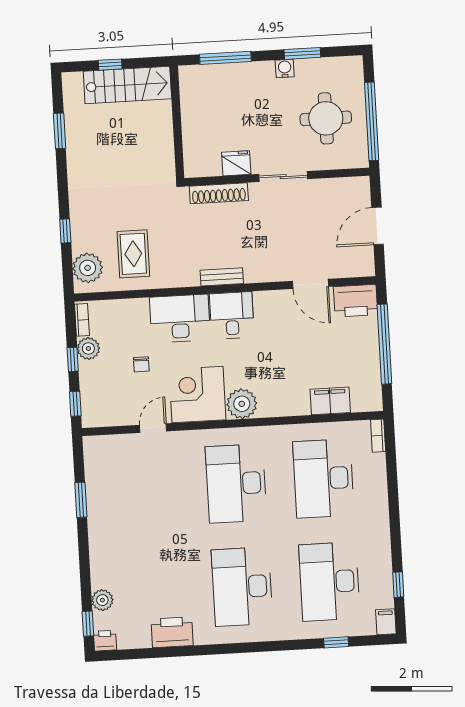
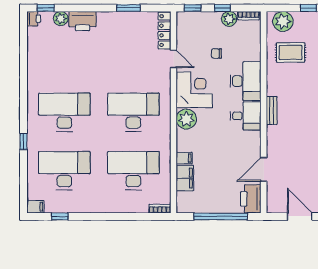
filing cabinet: (300, 404) -> (184, 158), added
locker: (111, 444) -> (164, 31), added
printer: (172, 632) -> (83, 21), moved, turned 90
window: (336, 642) -> (24, 141), moved

